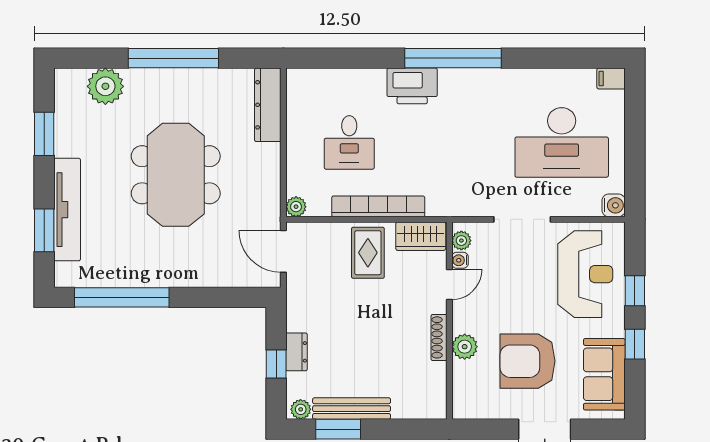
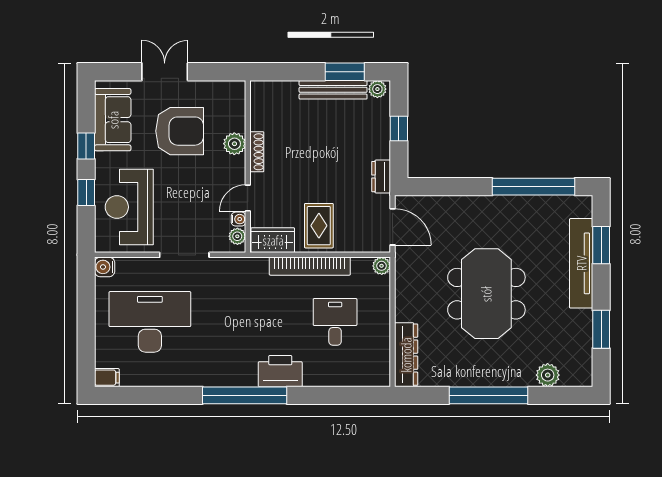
plant: (105, 86) -> (548, 375), width x0.73, depth x0.73
dresser: (297, 352) -> (381, 177), moved

